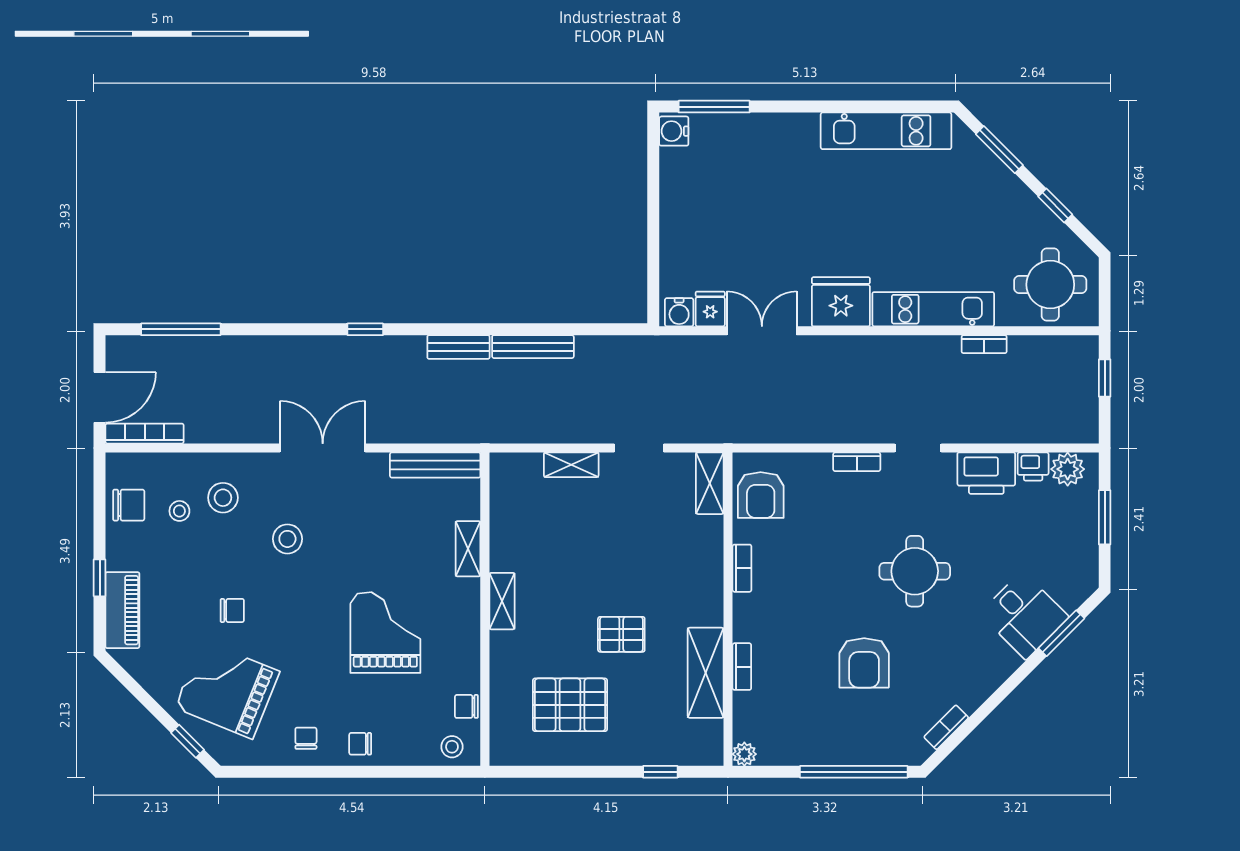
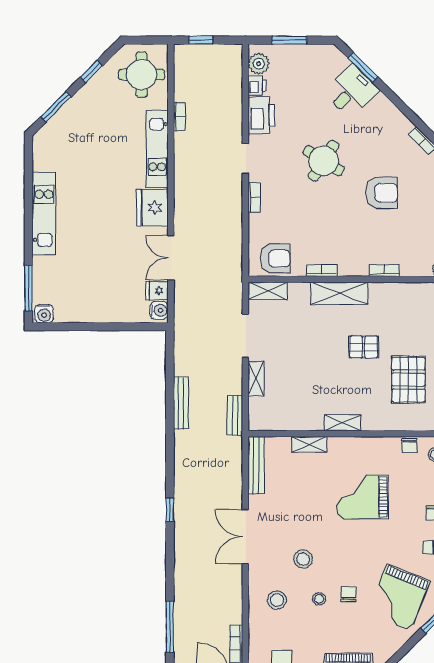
kitchen unit: (886, 131) -> (44, 213), moved
bench: (458, 347) -> (235, 415), moved
doorway: (639, 448) -> (245, 336), width x1.38
stool: (179, 511) -> (319, 599), moved
round table: (915, 571) -> (324, 161), turned 32
pallet: (621, 634) -> (364, 347), turned 90
shelving: (706, 673) -> (339, 293), moved

